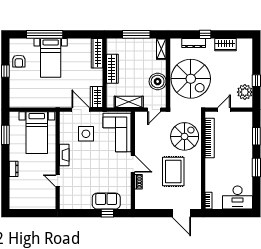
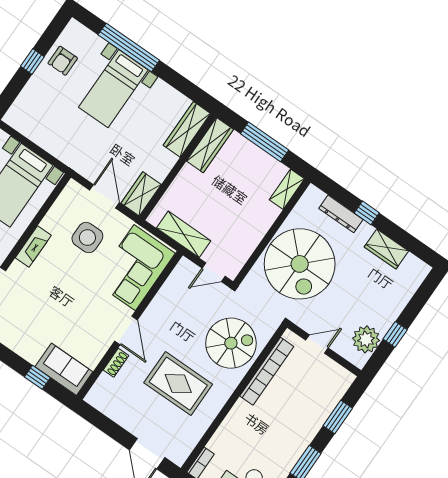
wardrobe: (112, 69) -> (210, 145), moved
boiler: (158, 82) -> (248, 234), removed
rug: (173, 171) -> (178, 384), turned 90
sofa: (106, 201) -> (64, 369), moved

